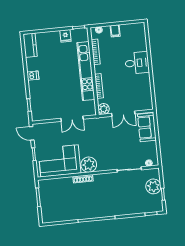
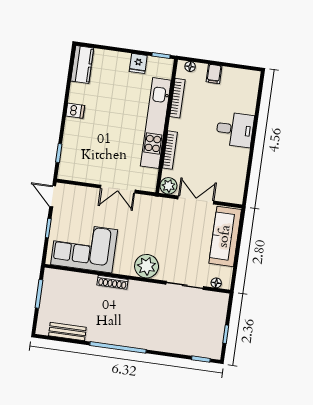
double door: (123, 114) -> (196, 200), swing flipped
sofa: (147, 127) -> (225, 236), width x1.36
plant: (89, 165) -> (147, 266), moved
plant: (153, 186) -> (214, 319), removed
bench: (62, 217) -> (67, 331), added

